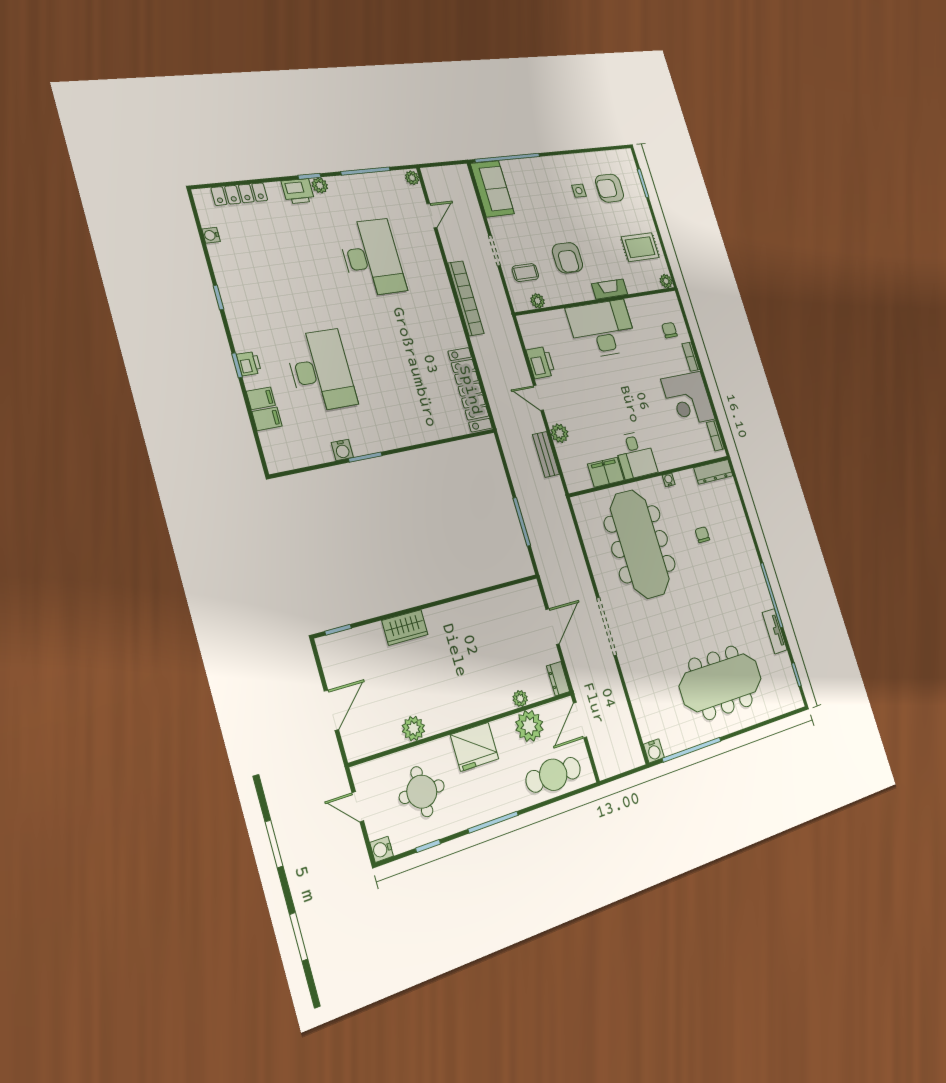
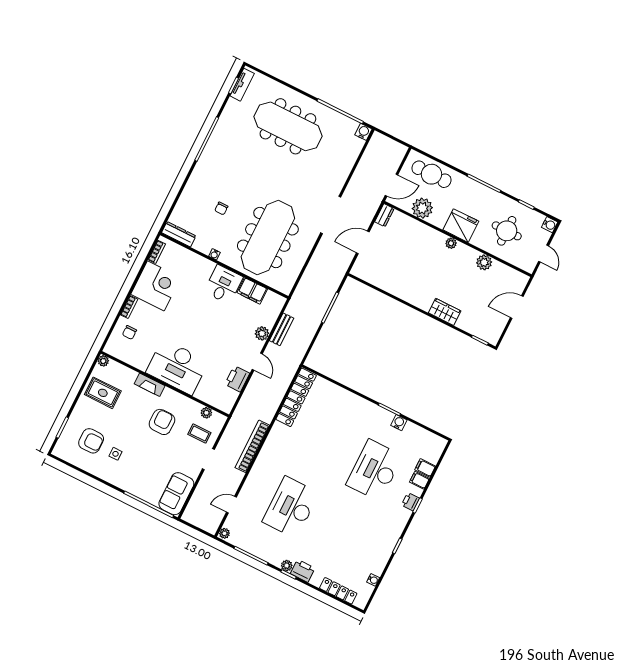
tv unit: (775, 631) -> (242, 85), moved
plant: (520, 698) -> (451, 243), moved

